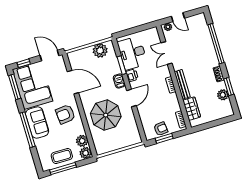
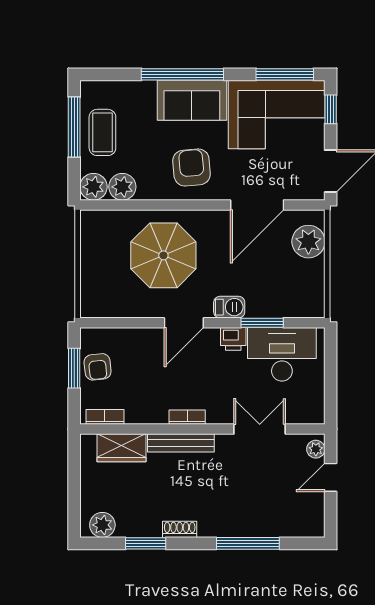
window: (216, 44) -> (248, 543), width x0.68
plant: (100, 51) -> (308, 242), moved
plant: (223, 95) -> (102, 525), moved
door: (131, 98) -> (184, 323), hinge flipped

